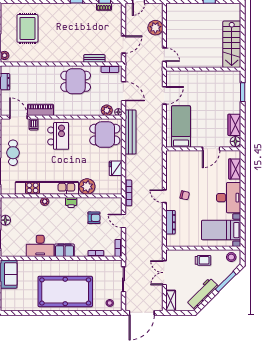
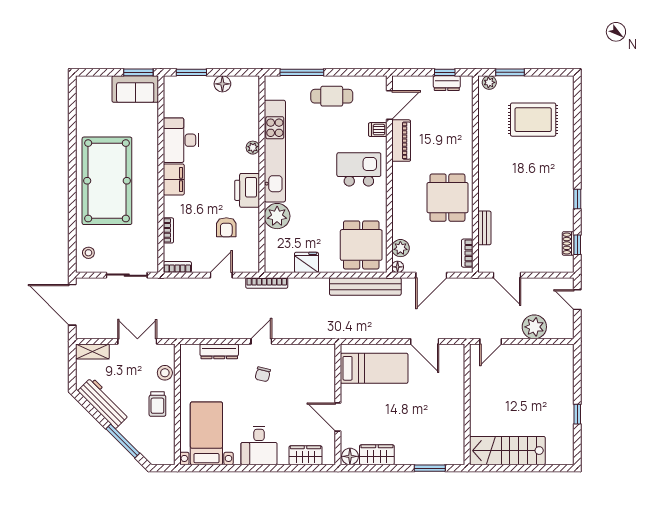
kitchen island: (58, 136) -> (359, 169), turned 180
desk: (229, 198) -> (259, 445), width x0.73
printer: (71, 203) -> (247, 190), width x1.87, depth x1.48
stool: (231, 257) -> (165, 373), moved

